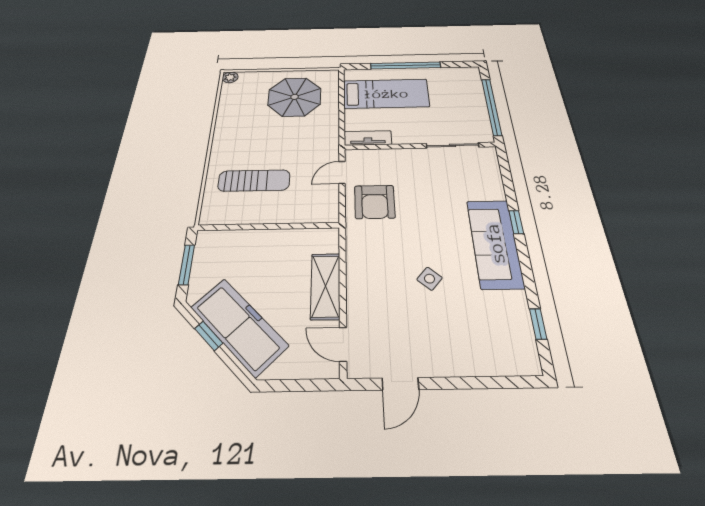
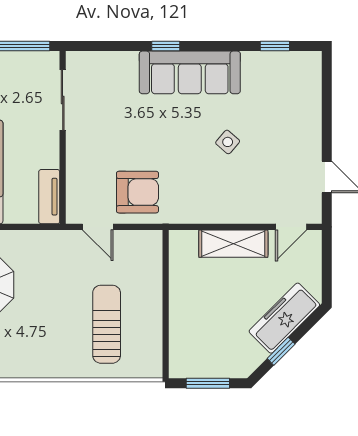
freezer: (239, 326) -> (284, 318), width x0.73, depth x0.79

